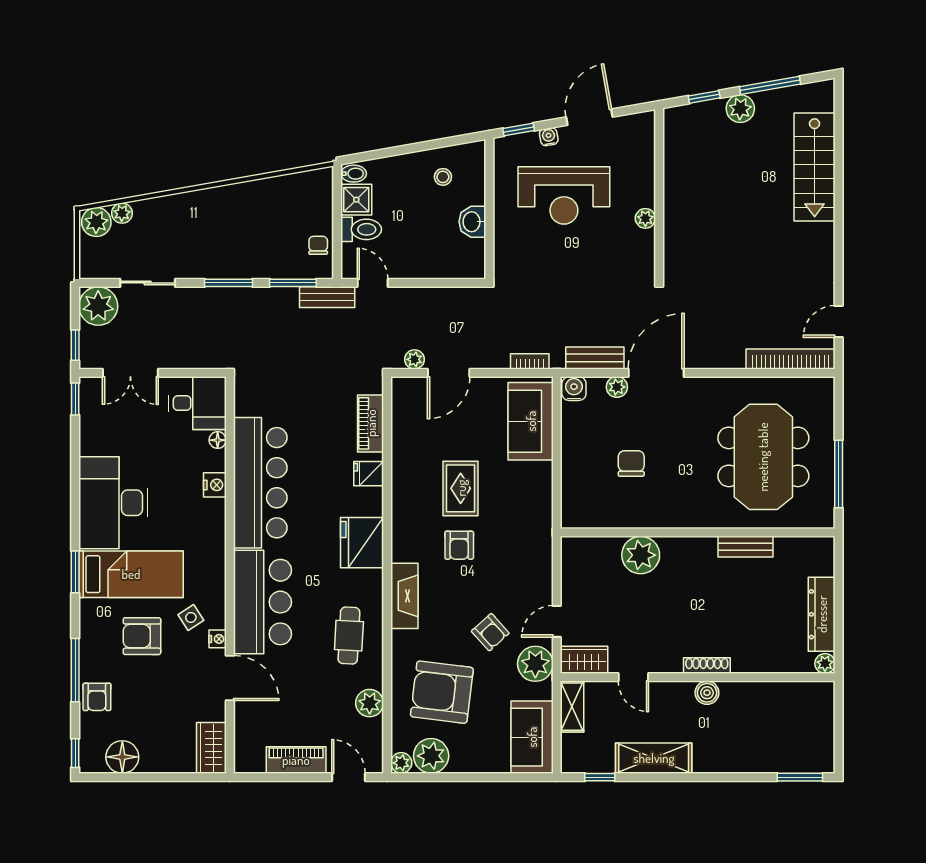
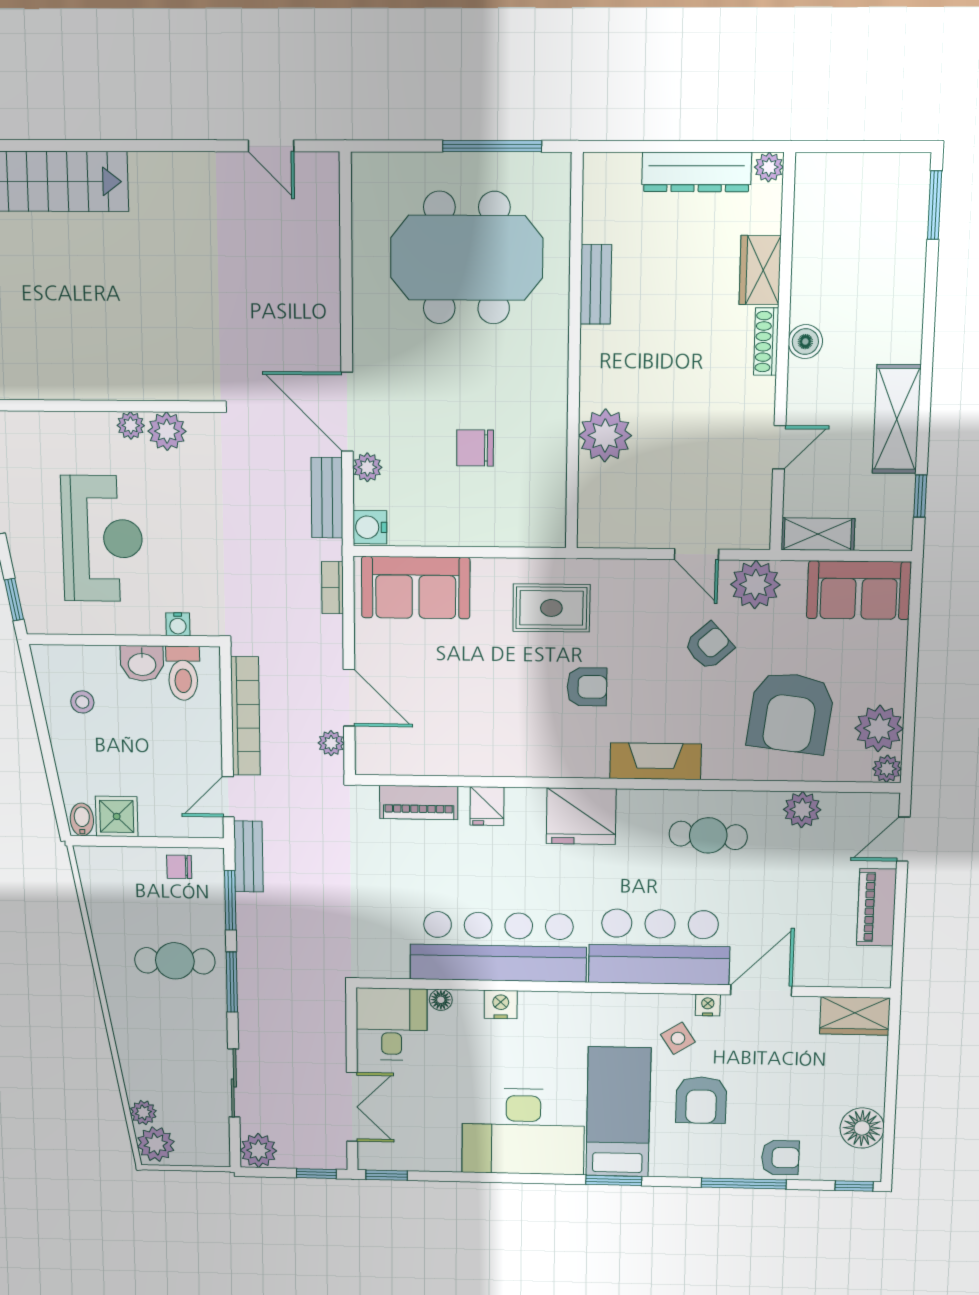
water cooler: (549, 137) -> (178, 624), moved, turned -80
toilet: (361, 229) -> (183, 673), moved, turned 180
cafe table: (244, 240) -> (175, 961), added
plant: (641, 244) -> (167, 431), added
plant: (98, 306) -> (258, 1150), width x0.73, depth x0.73
bookcase: (790, 359) -> (245, 716), moved, turned 180
rug: (461, 488) -> (551, 608), moved
wardrobe: (584, 660) -> (760, 270), moved

